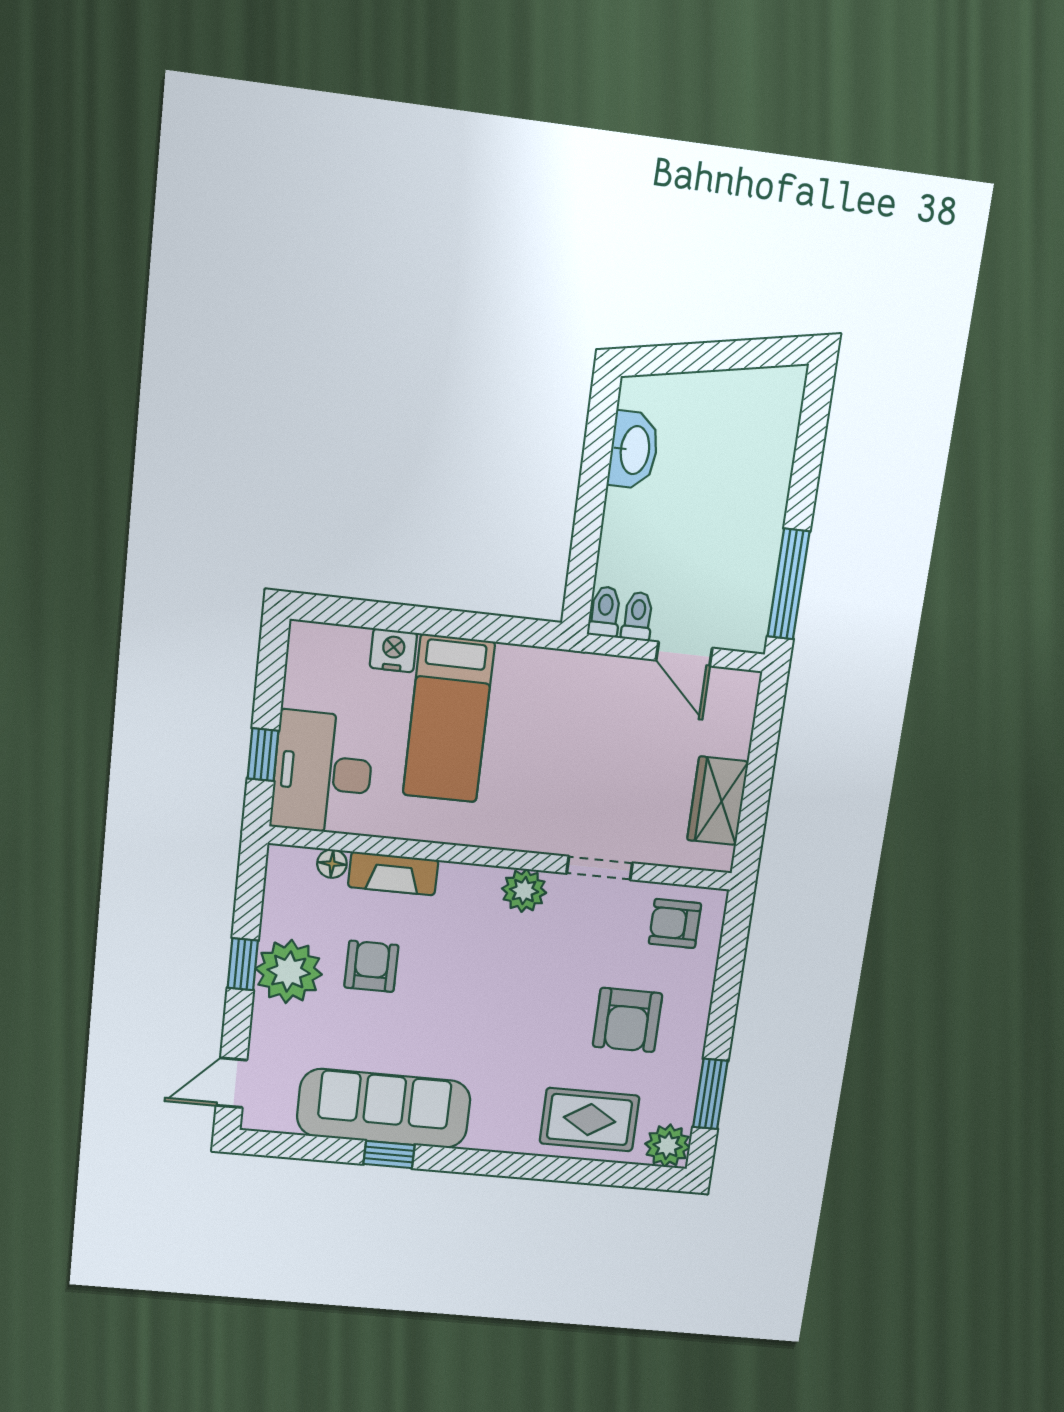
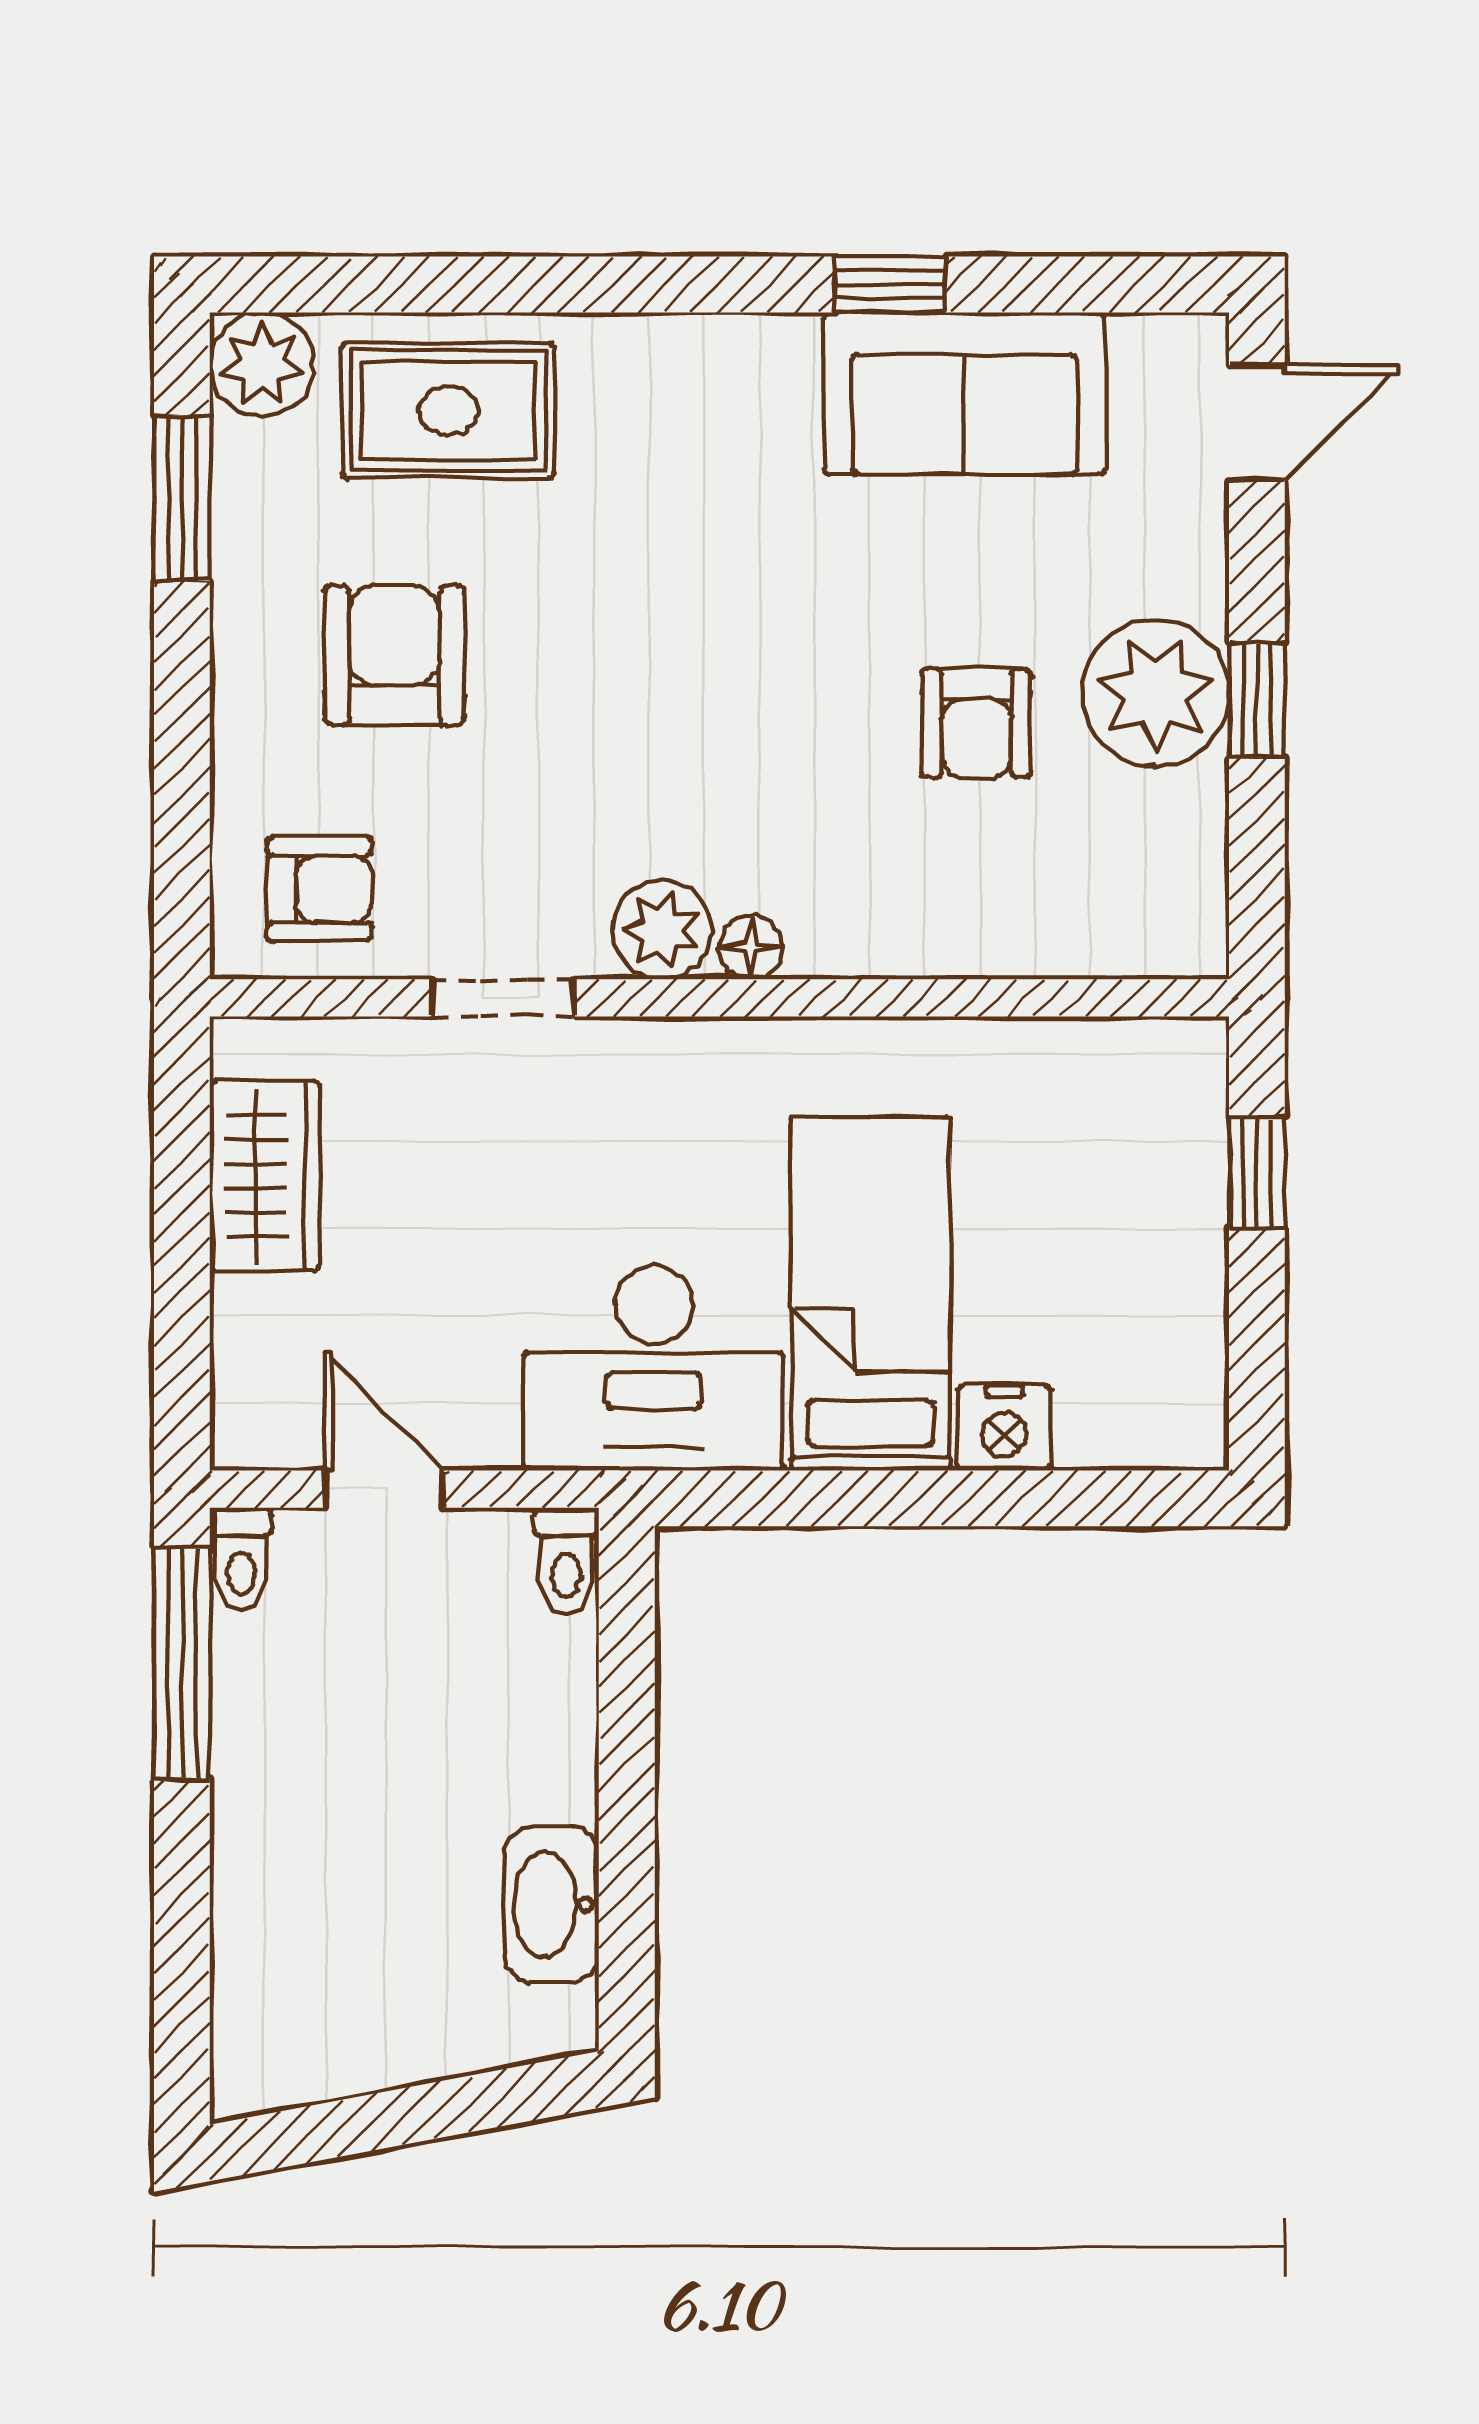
toilet: (638, 616) -> (241, 1559), moved
desk: (323, 773) -> (654, 1368), moved, turned 90
floor lamp: (332, 864) -> (751, 947), moved
fireplace: (393, 874) -> (952, 939), removed
sofa: (384, 1109) -> (964, 393), width x0.73

